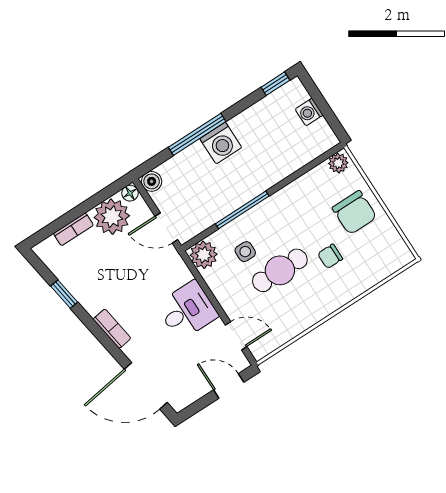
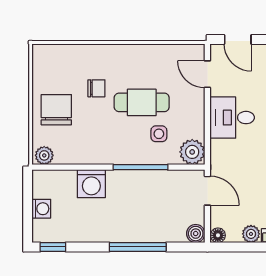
washing machine: (221, 143) -> (91, 184), moved, turned 180
plant: (112, 217) -> (251, 234), width x0.53, depth x0.53

